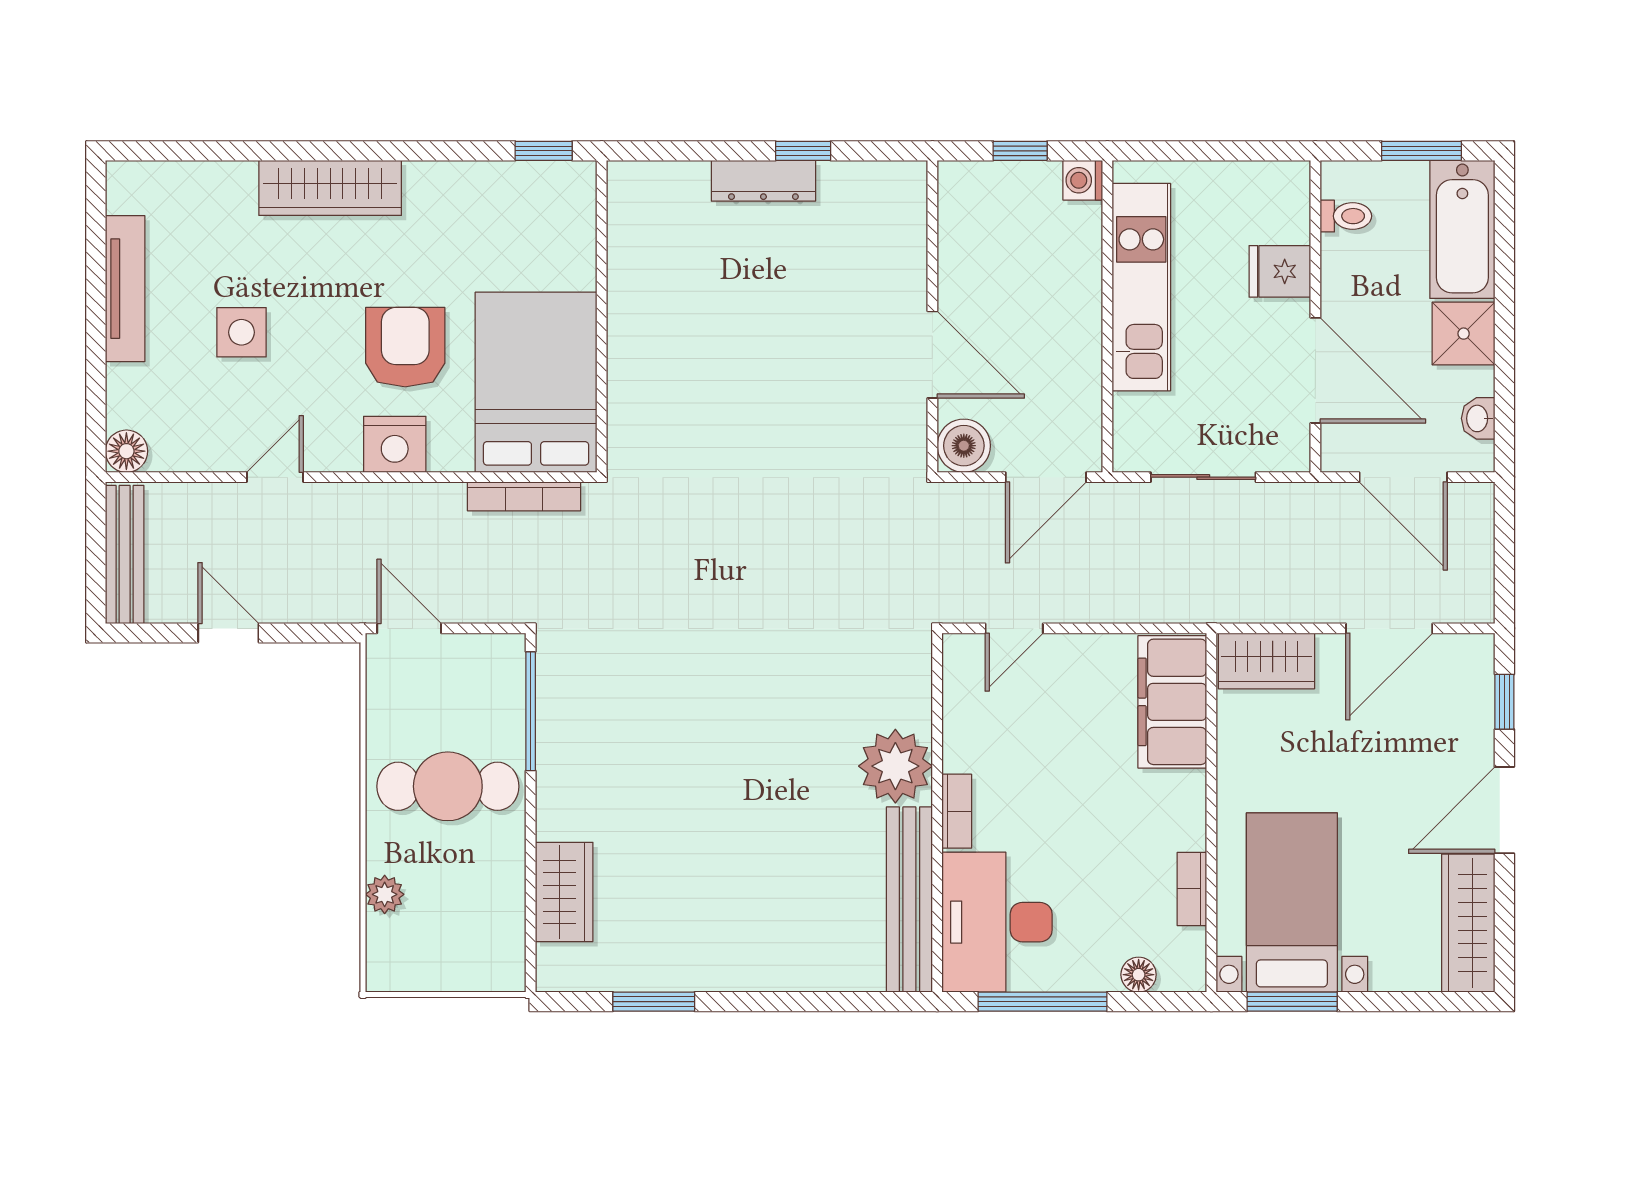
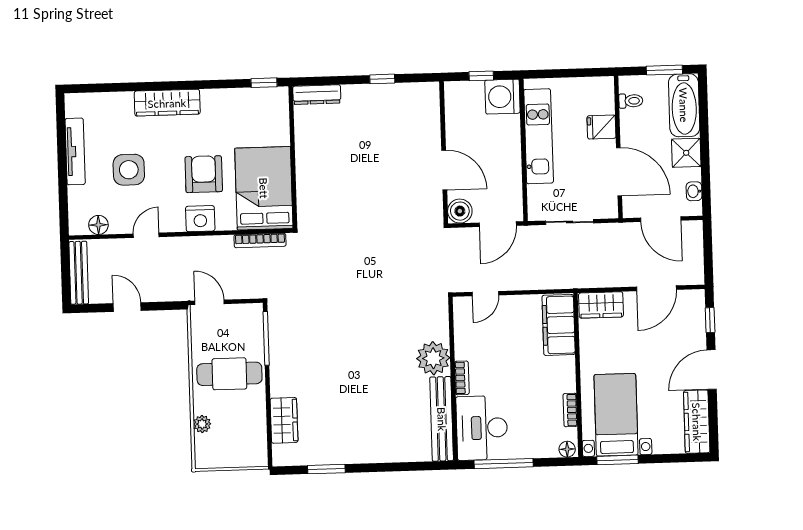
washing machine: (1083, 180) -> (502, 97), width x1.89, depth x1.89
dresser: (763, 181) -> (317, 95), moved
side table: (241, 332) -> (129, 170), width x1.37, depth x1.37
floor lamp: (126, 451) -> (98, 225), moved
floor lamp: (1139, 975) -> (567, 449), moved

